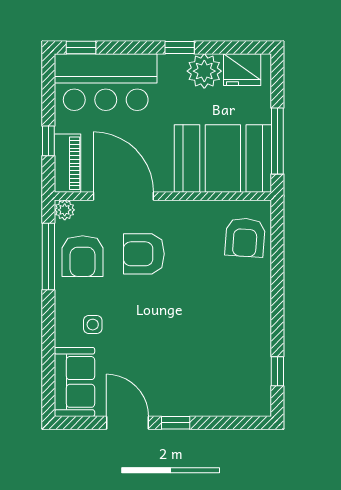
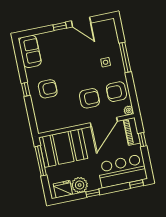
door: (123, 196) -> (104, 122), hinge flipped
armchair: (245, 237) -> (48, 89), moved, turned 86
window: (48, 256) -> (125, 57), moved
armchair: (83, 256) -> (116, 92), turned -90
window: (277, 371) -> (26, 89), moved
sofa: (74, 382) -> (30, 51), moved, turned 180

